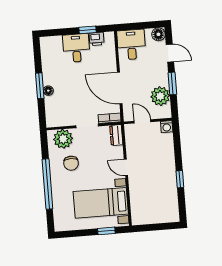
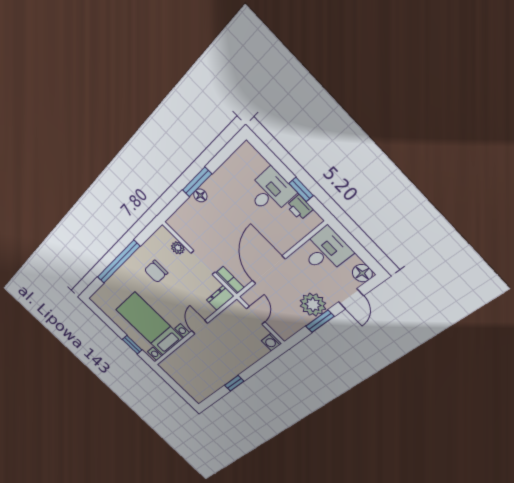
plant: (160, 96) -> (313, 305), moved
plant: (63, 139) -> (178, 248), width x0.53, depth x0.53

